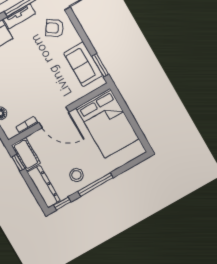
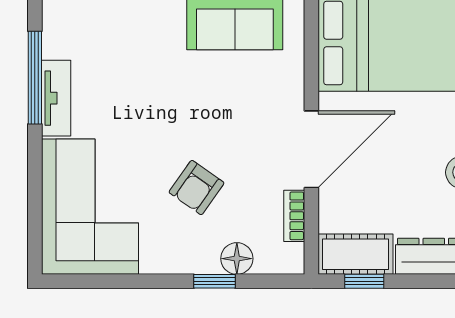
armchair: (55, 28) -> (196, 188), moved

